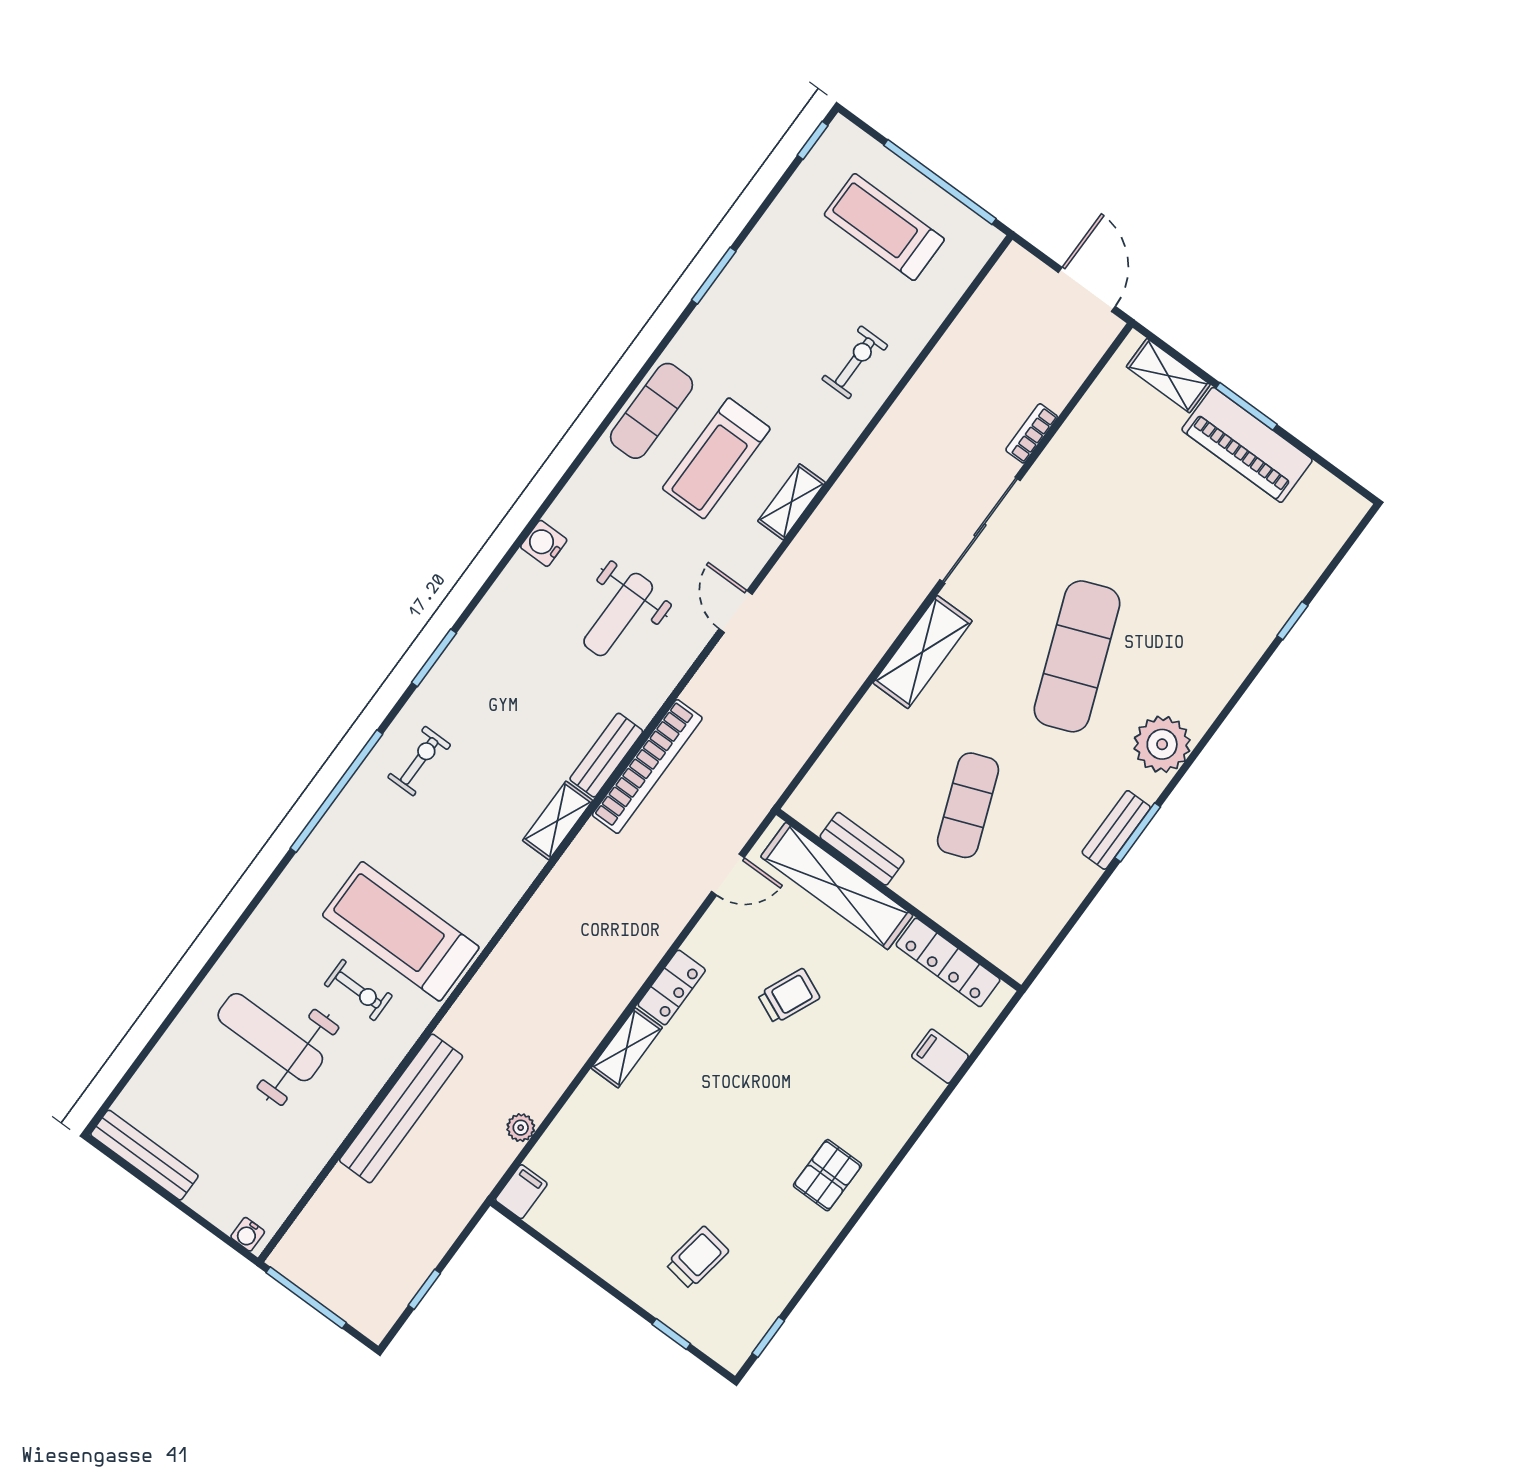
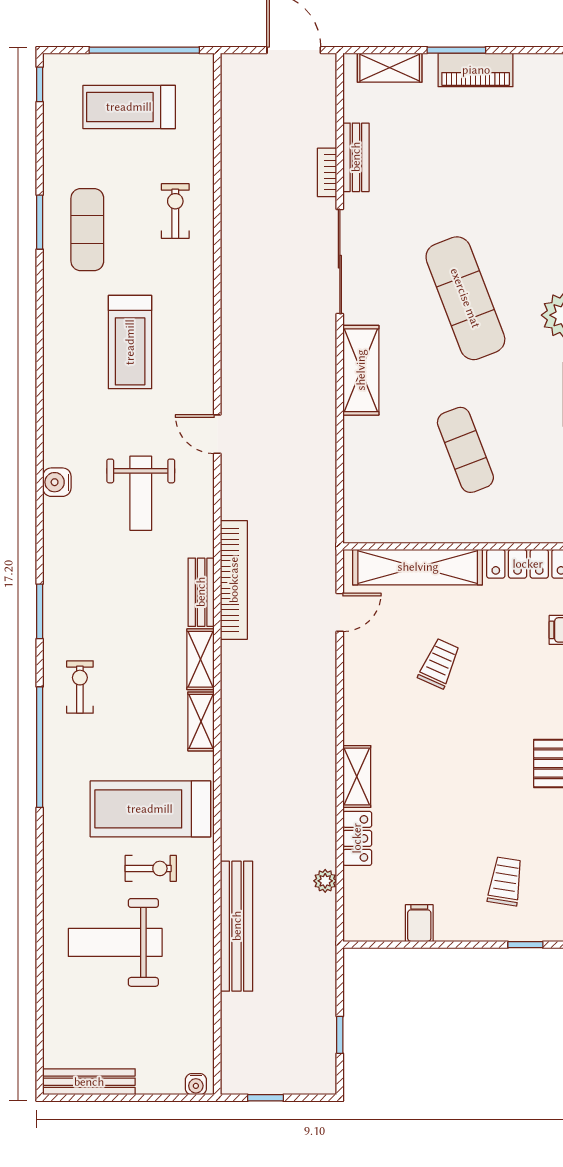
exercise mat: (652, 411) -> (87, 230), moved
piano: (1247, 445) -> (476, 70), width x0.73, depth x0.75
shelving: (791, 502) -> (201, 721), moved
bench: (862, 849) -> (356, 157), moved, turned 90
locker: (672, 987) -> (357, 838), moved
filing cabinet: (521, 1192) -> (419, 923), moved
window: (306, 1298) -> (265, 1098), width x0.46

